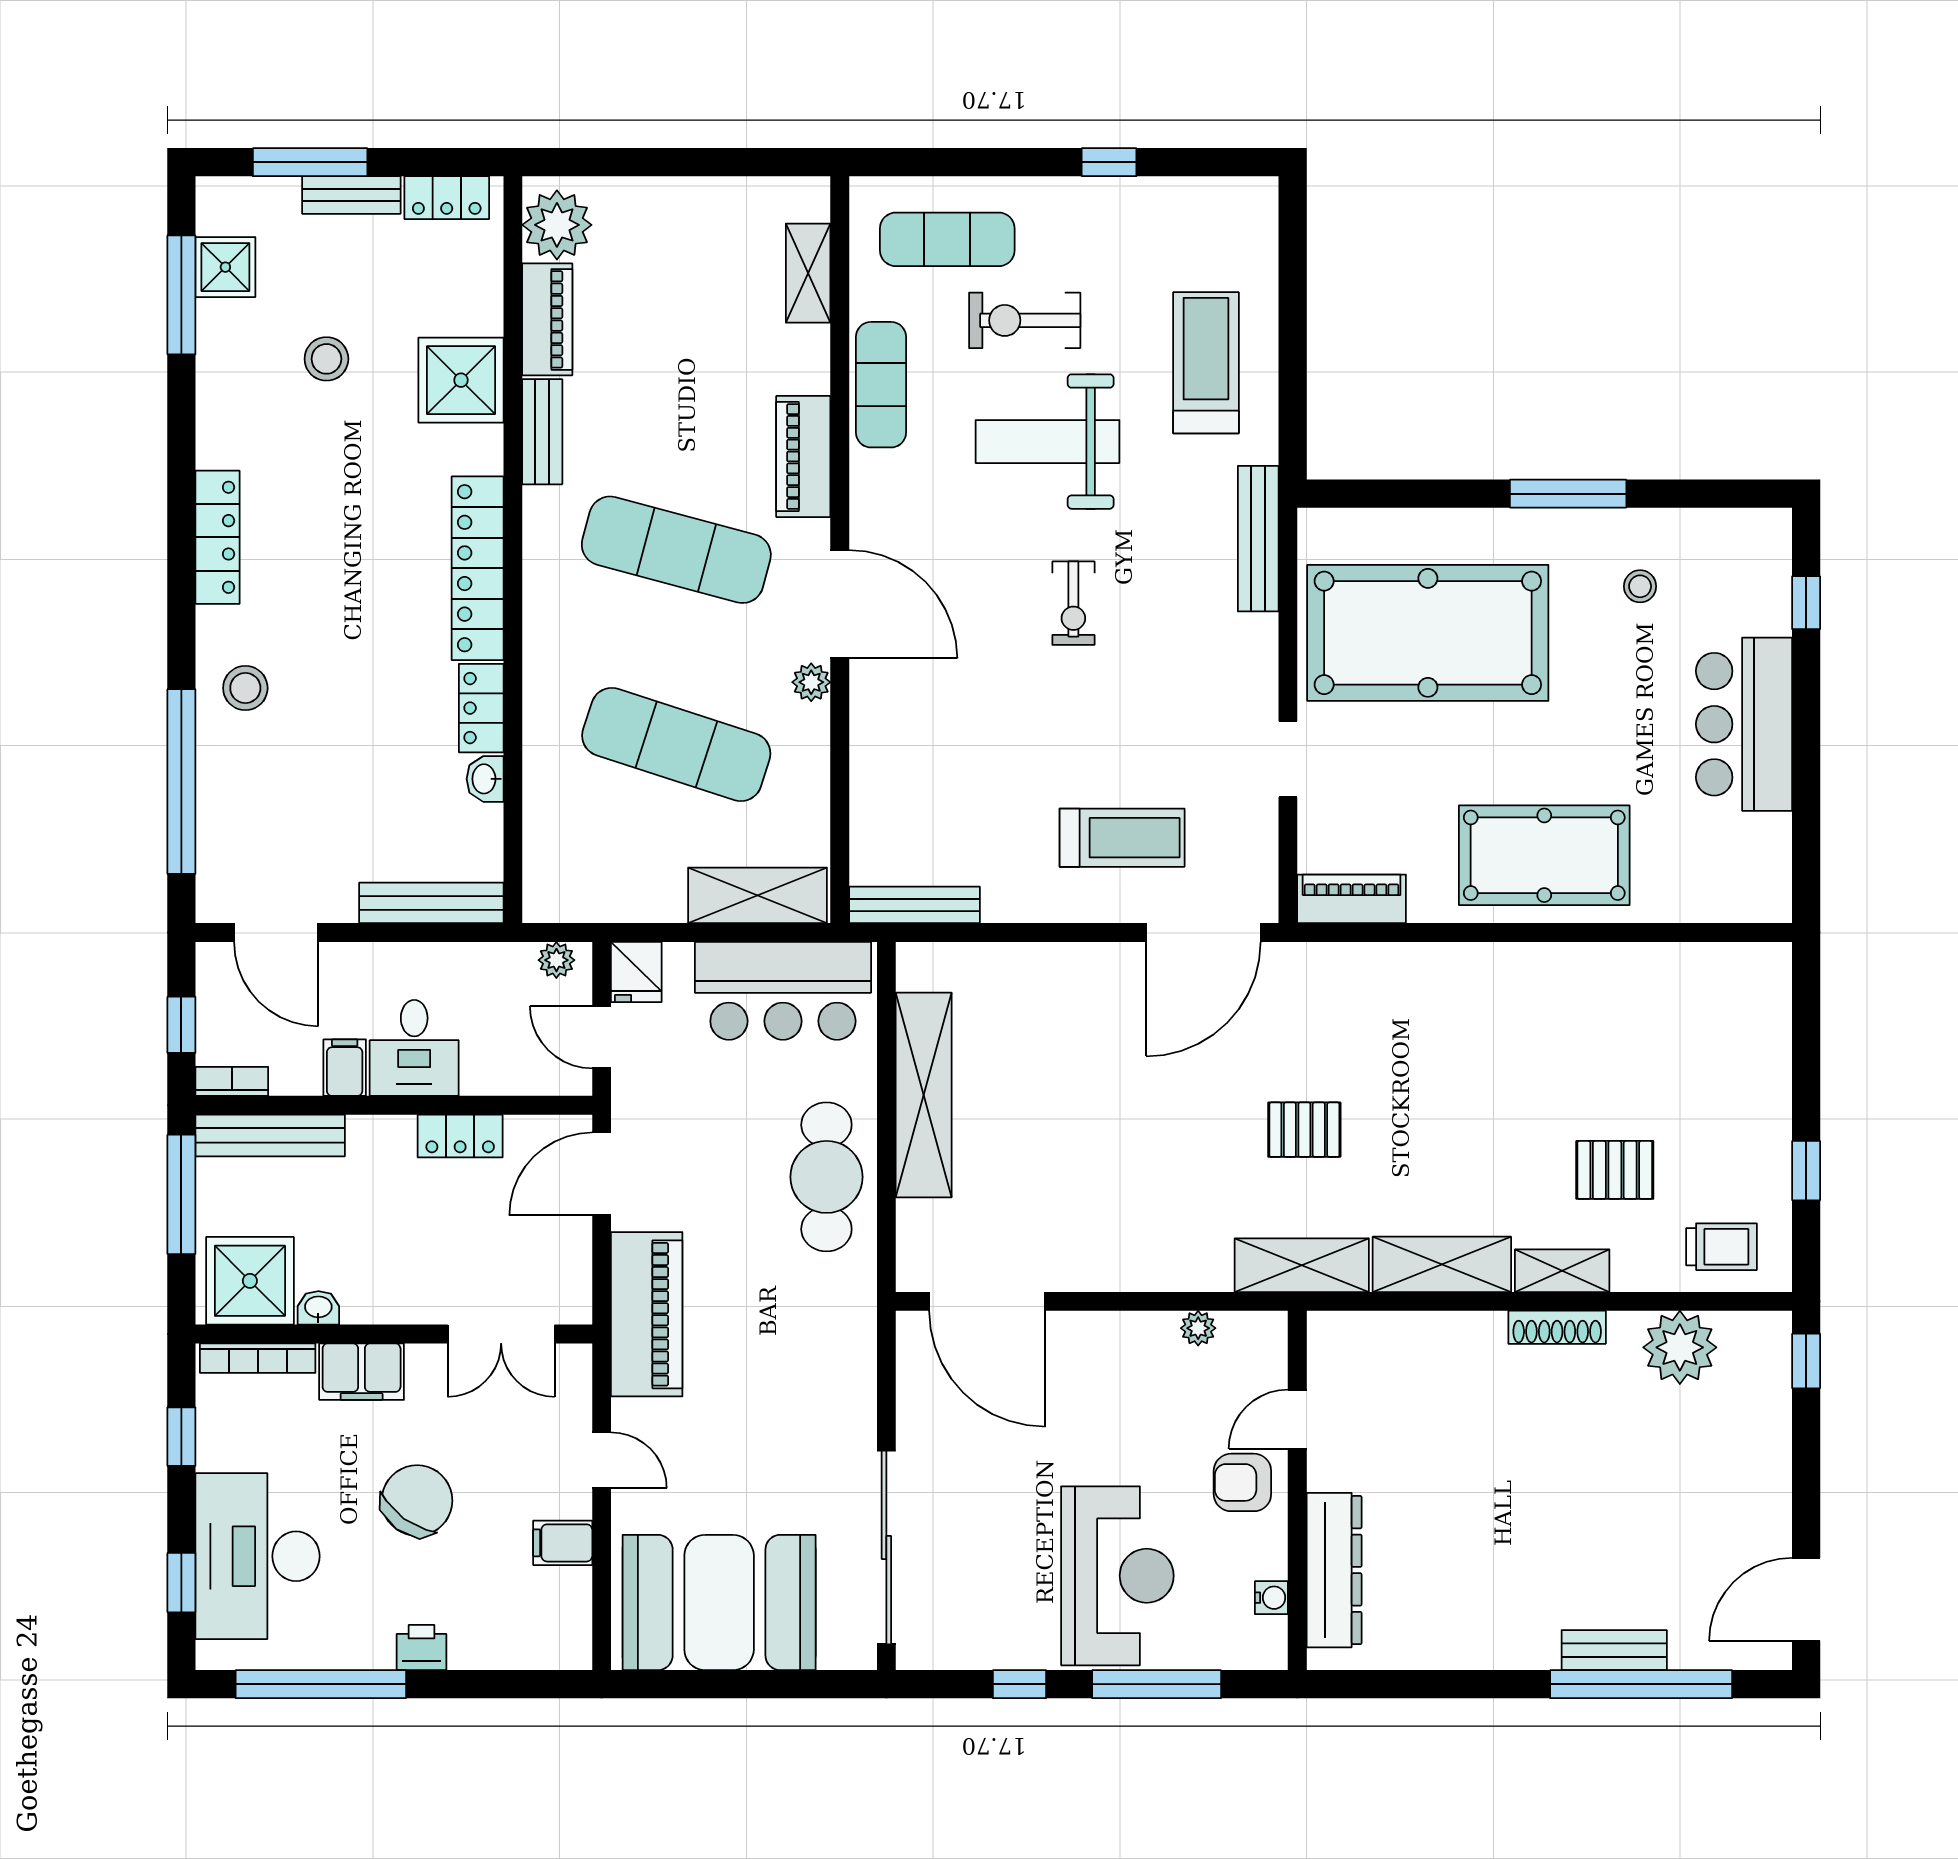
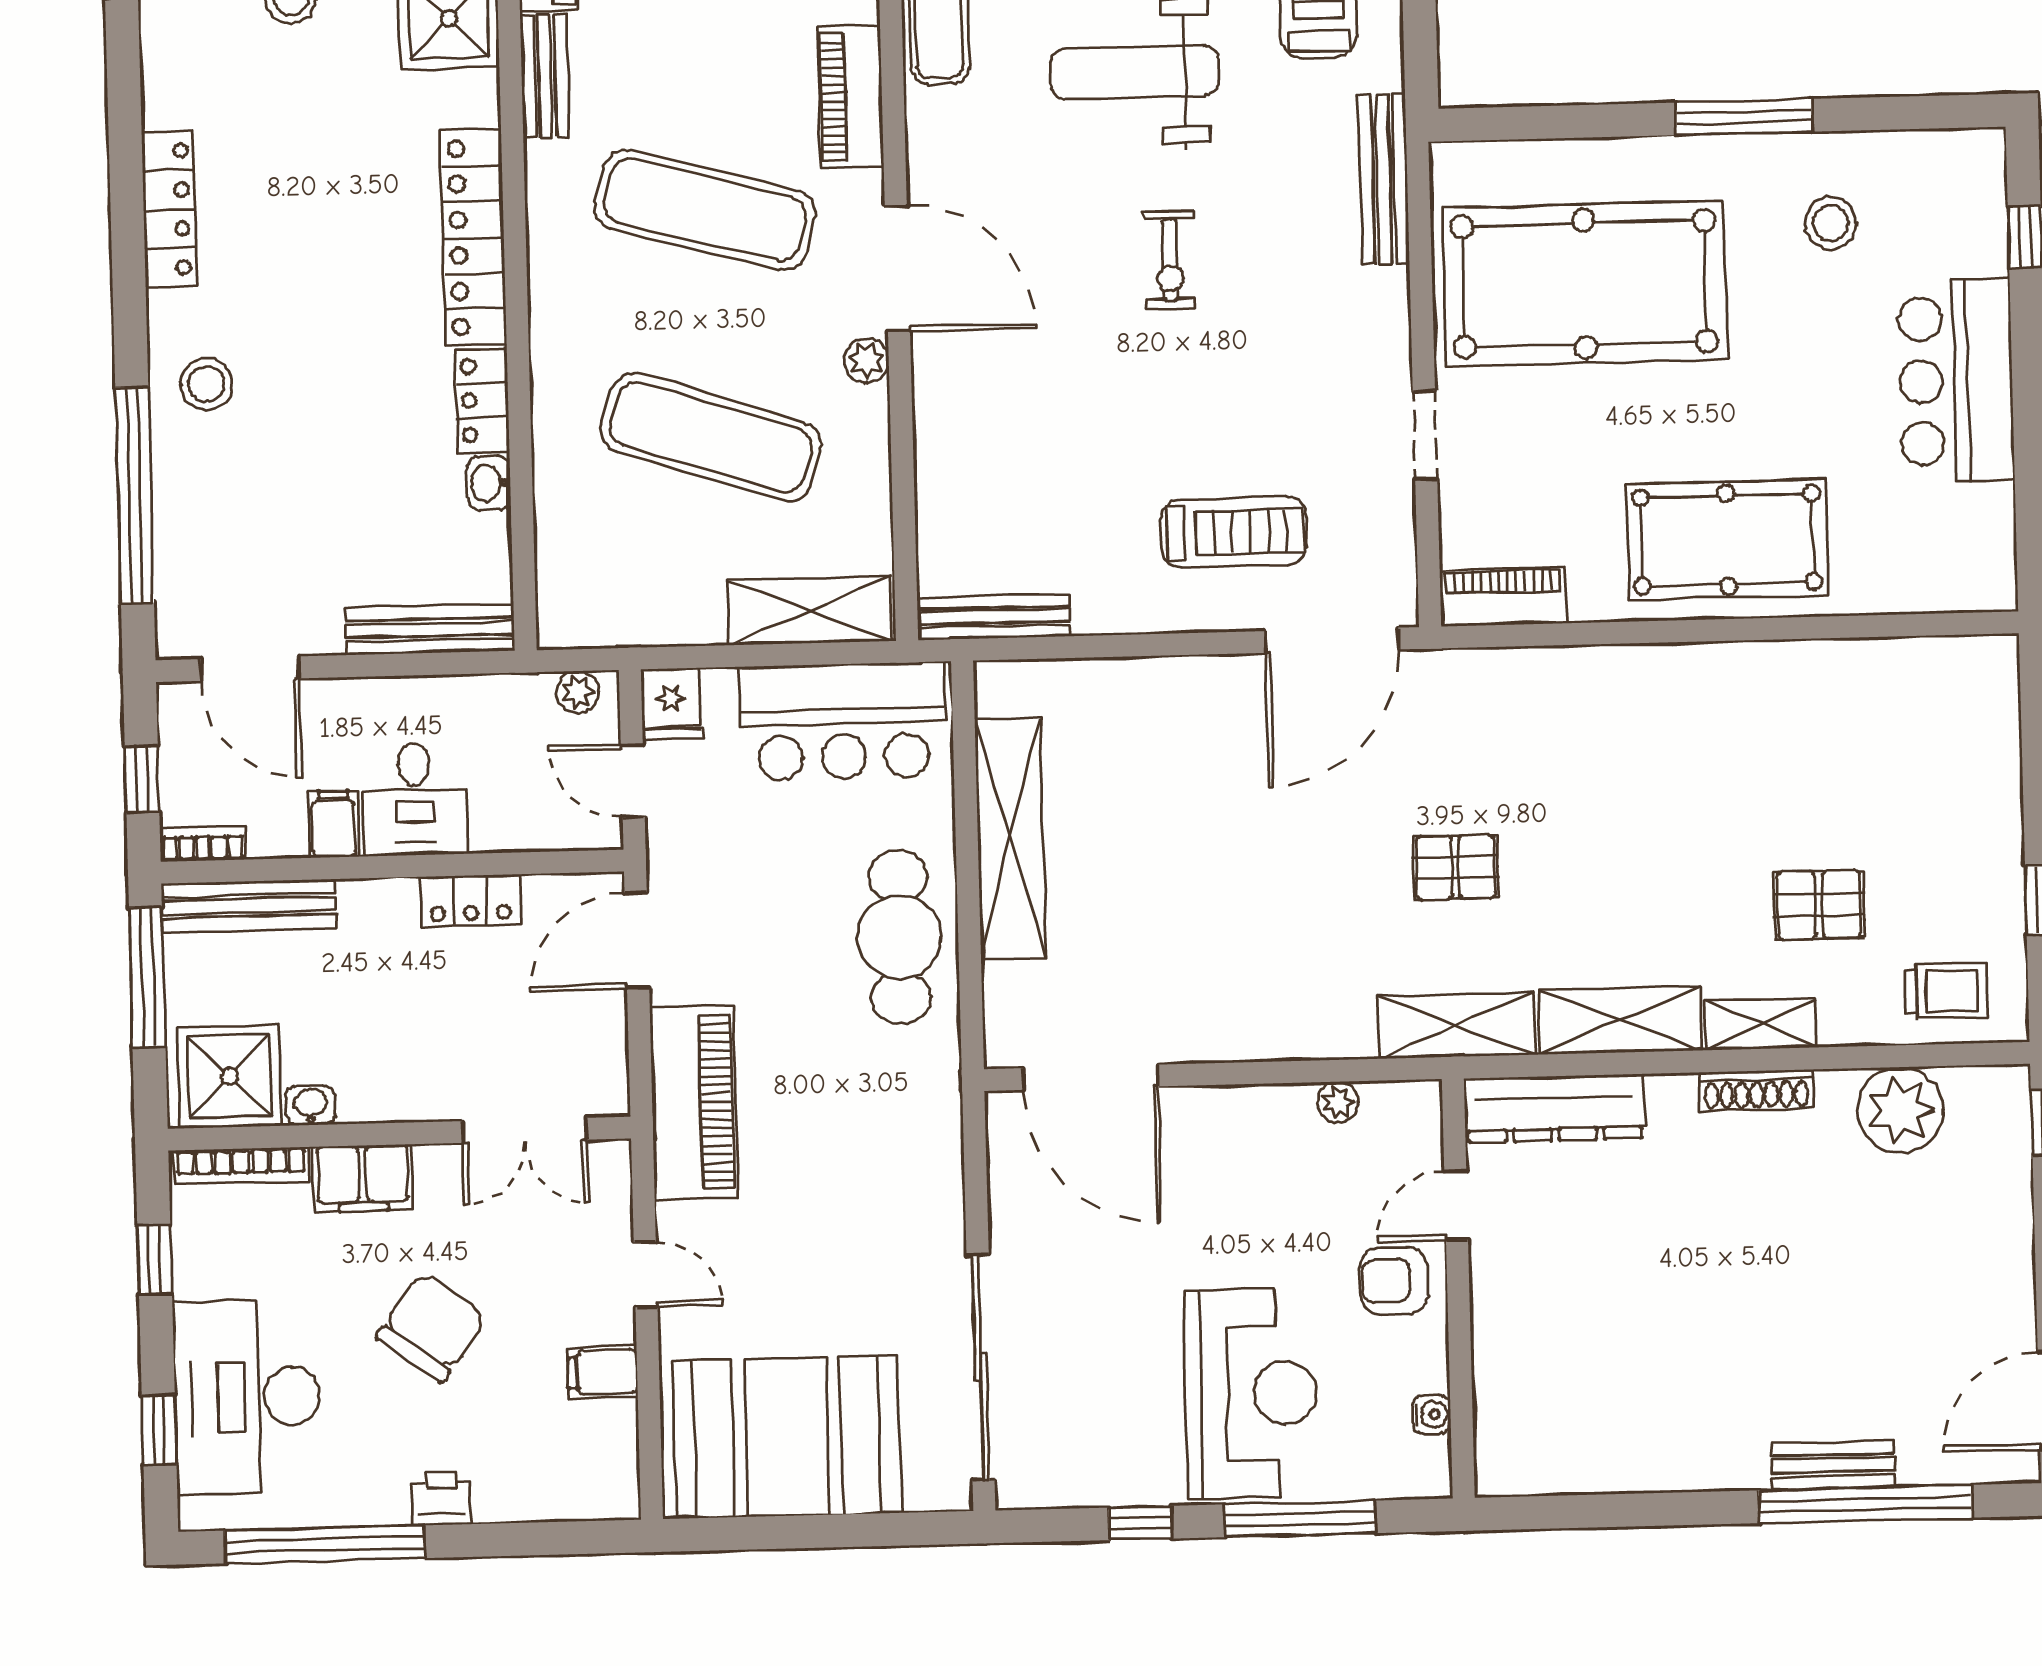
stool: (1640, 586) -> (1831, 223), width x1.37, depth x1.37
dresser: (1334, 1570) -> (1555, 1108), moved, turned 90

